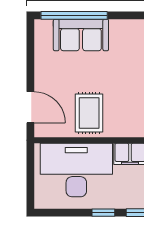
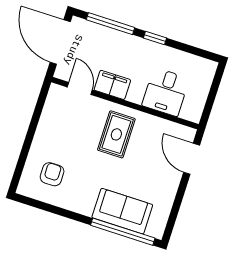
rug: (89, 113) -> (116, 134), moved
desk: (76, 170) -> (166, 92), width x0.53, depth x0.77

